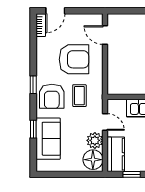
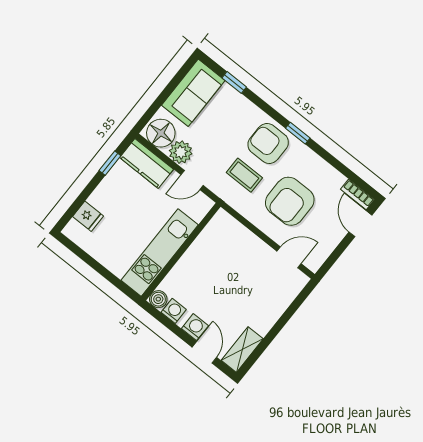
window: (33, 129) -> (234, 82), moved
sofa: (48, 139) -> (193, 93), moved, turned -90

